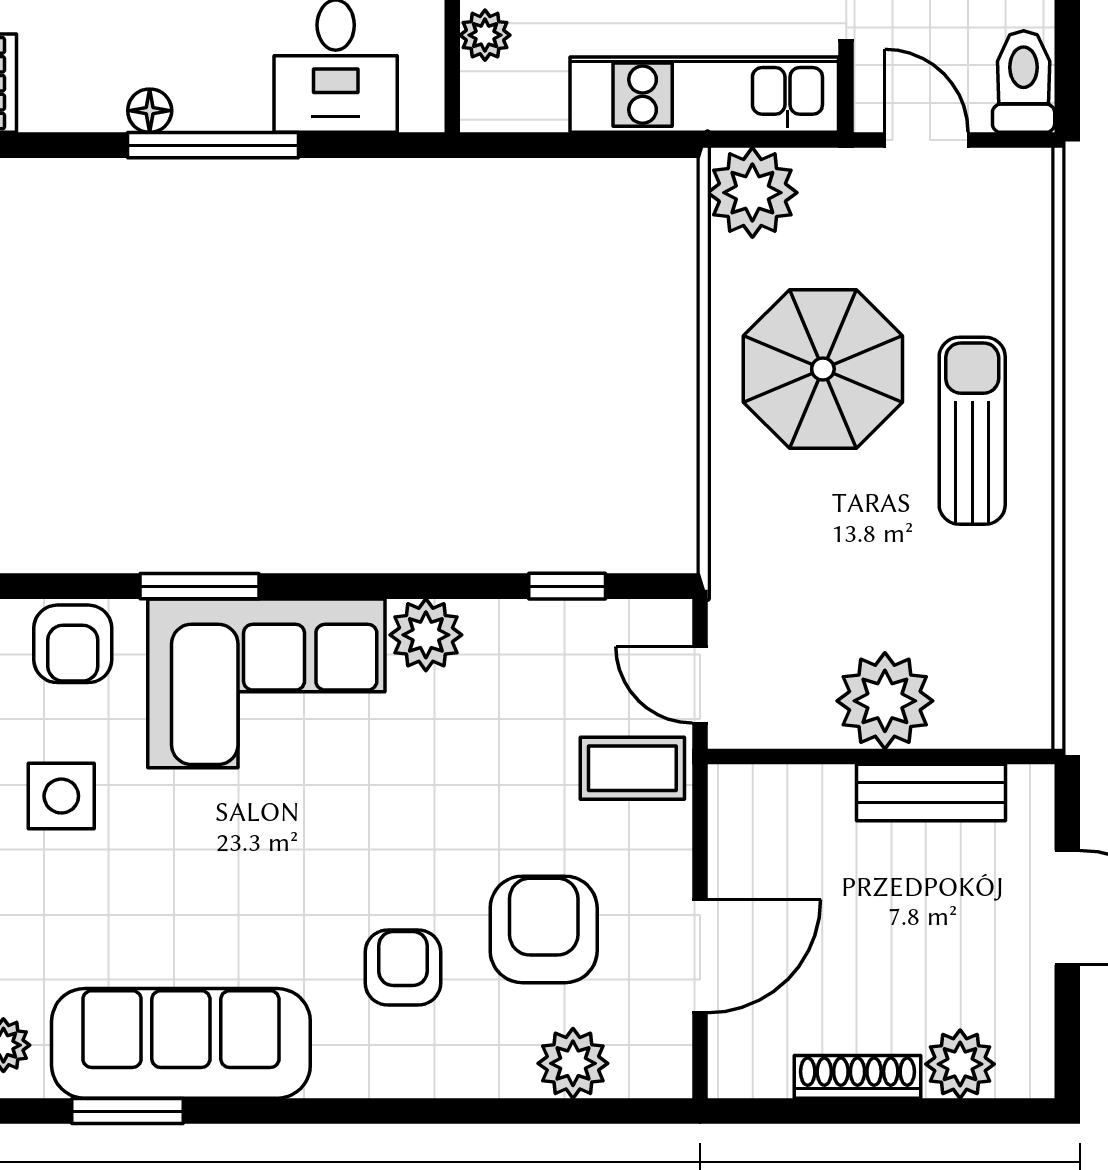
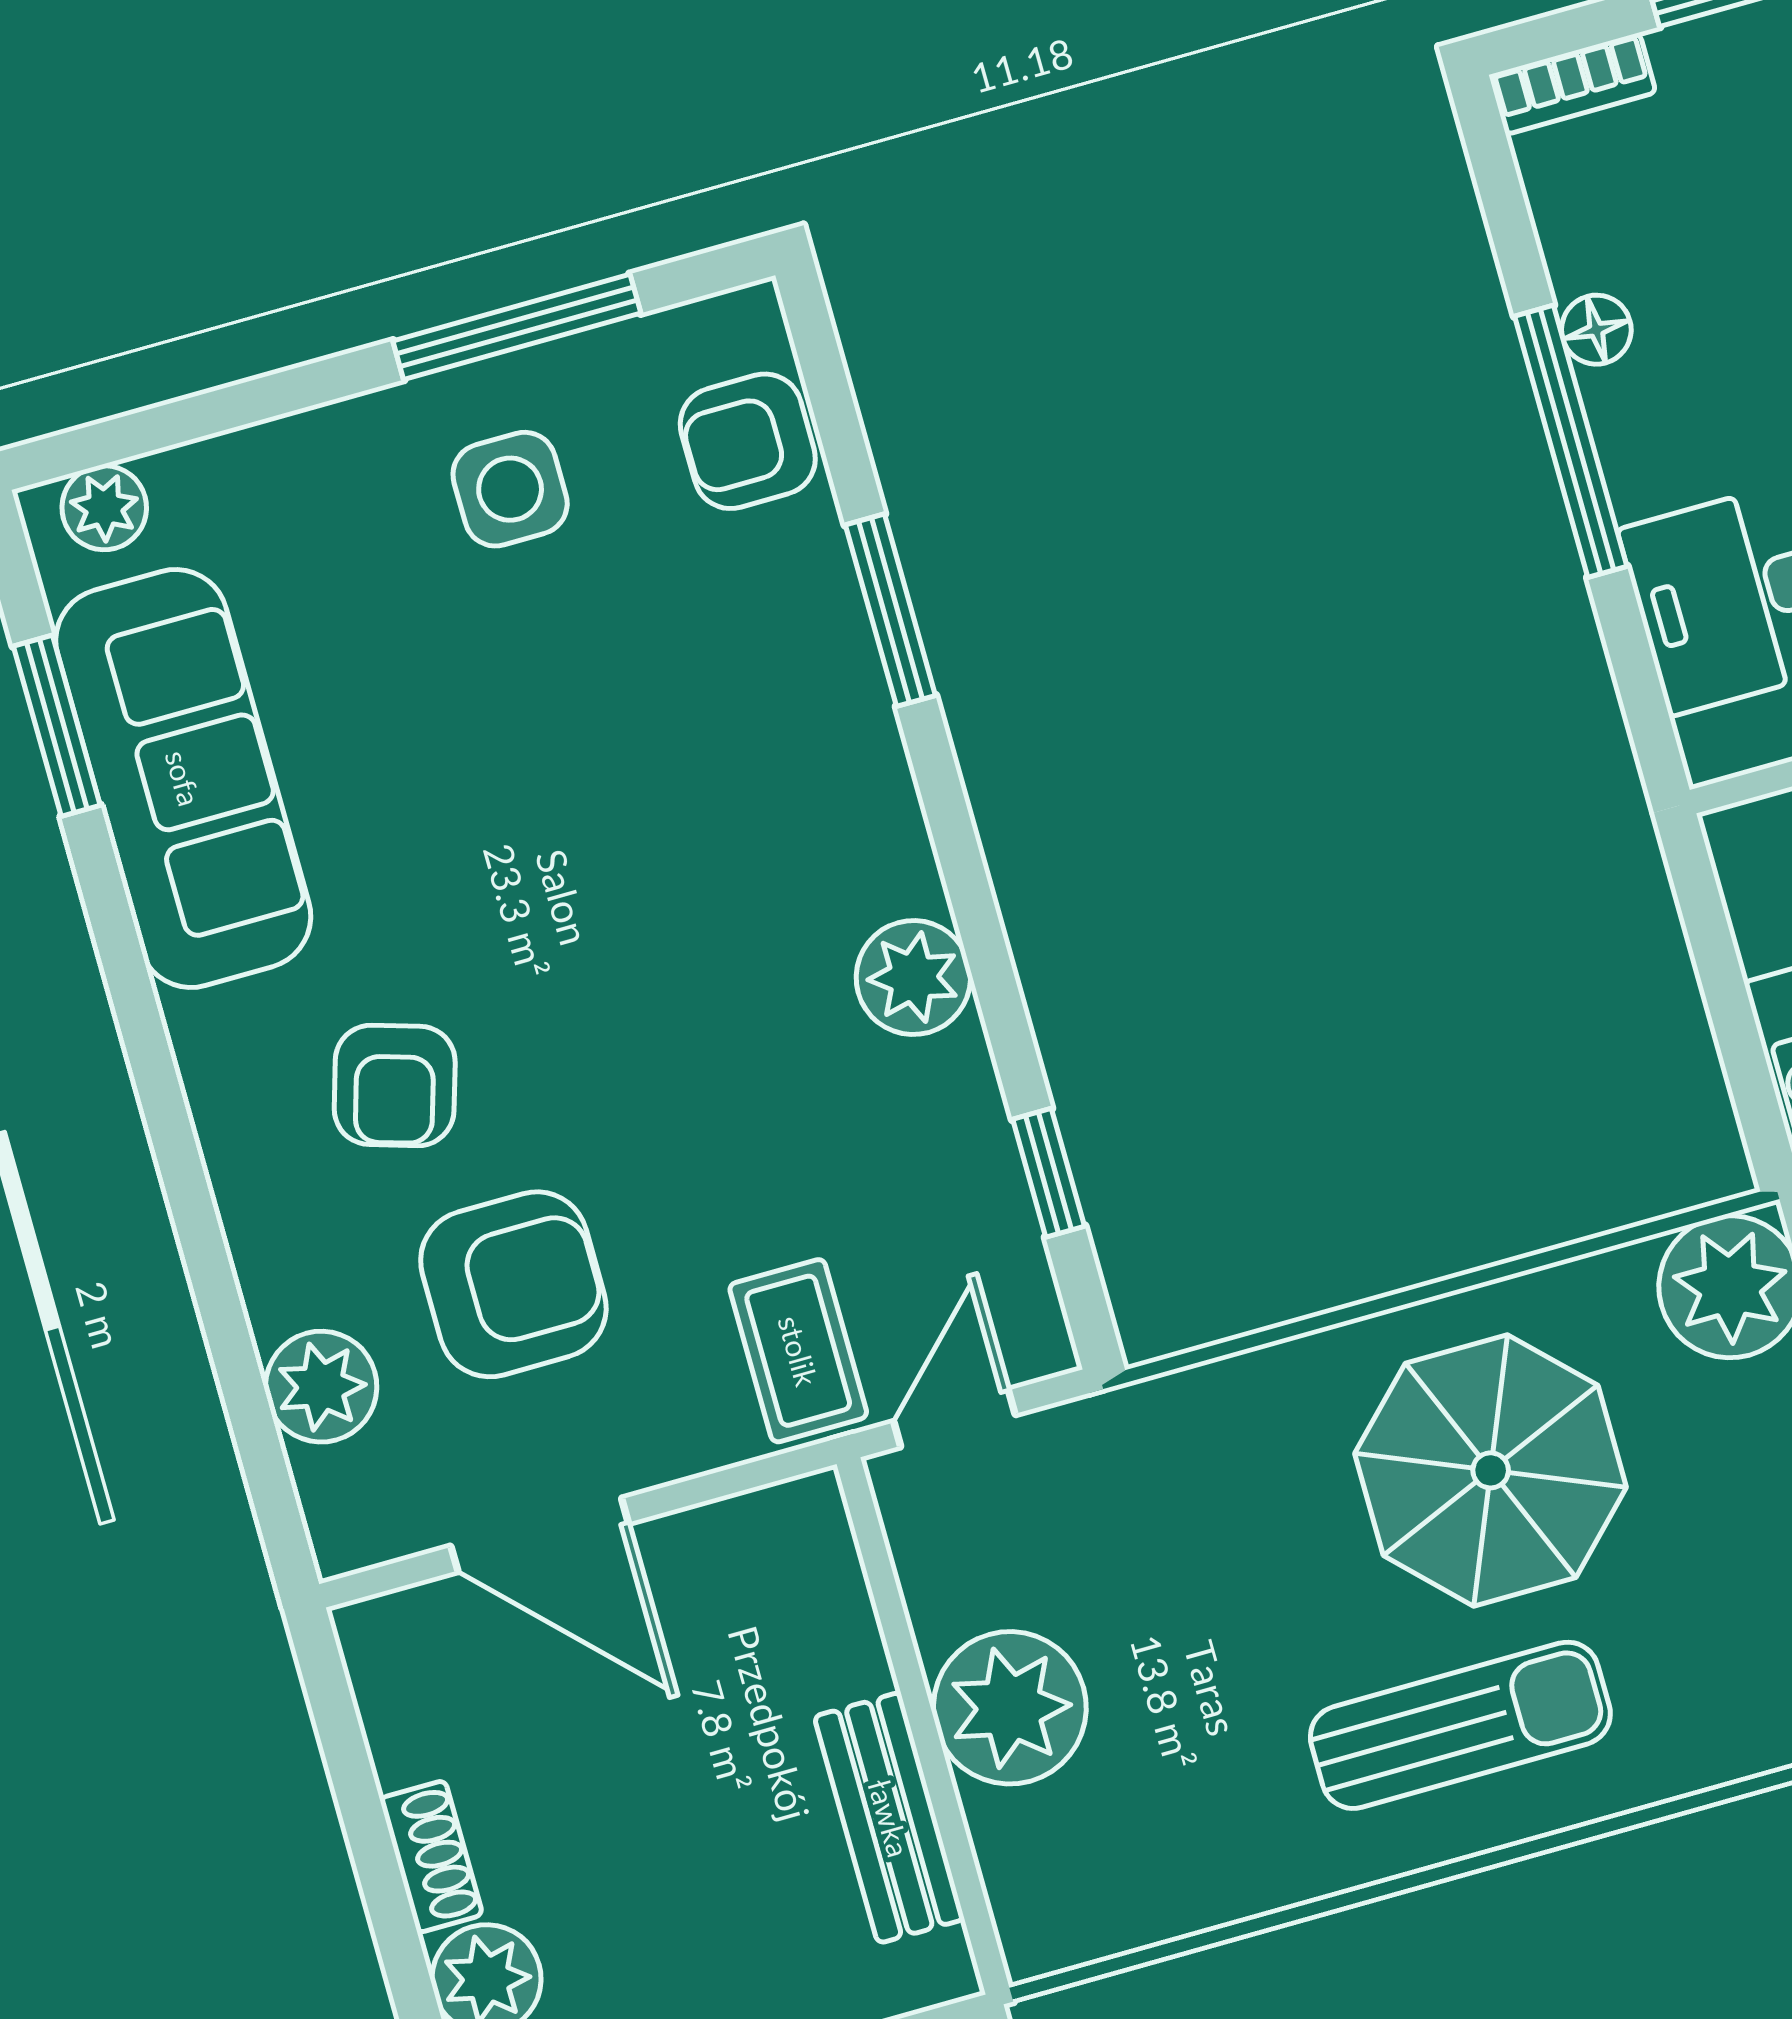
corner sofa: (266, 683) -> (770, 754), removed
armchair: (403, 968) -> (395, 1085), turned 107
shoe rack: (857, 1077) -> (431, 1857), width x0.70

